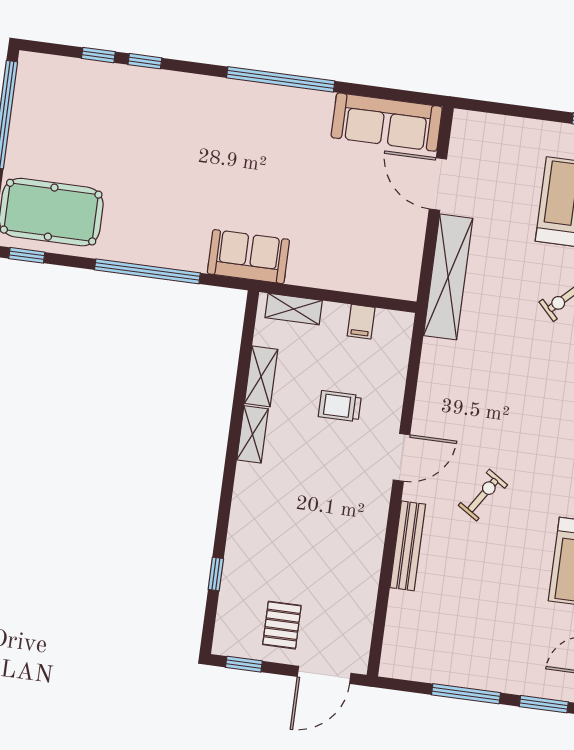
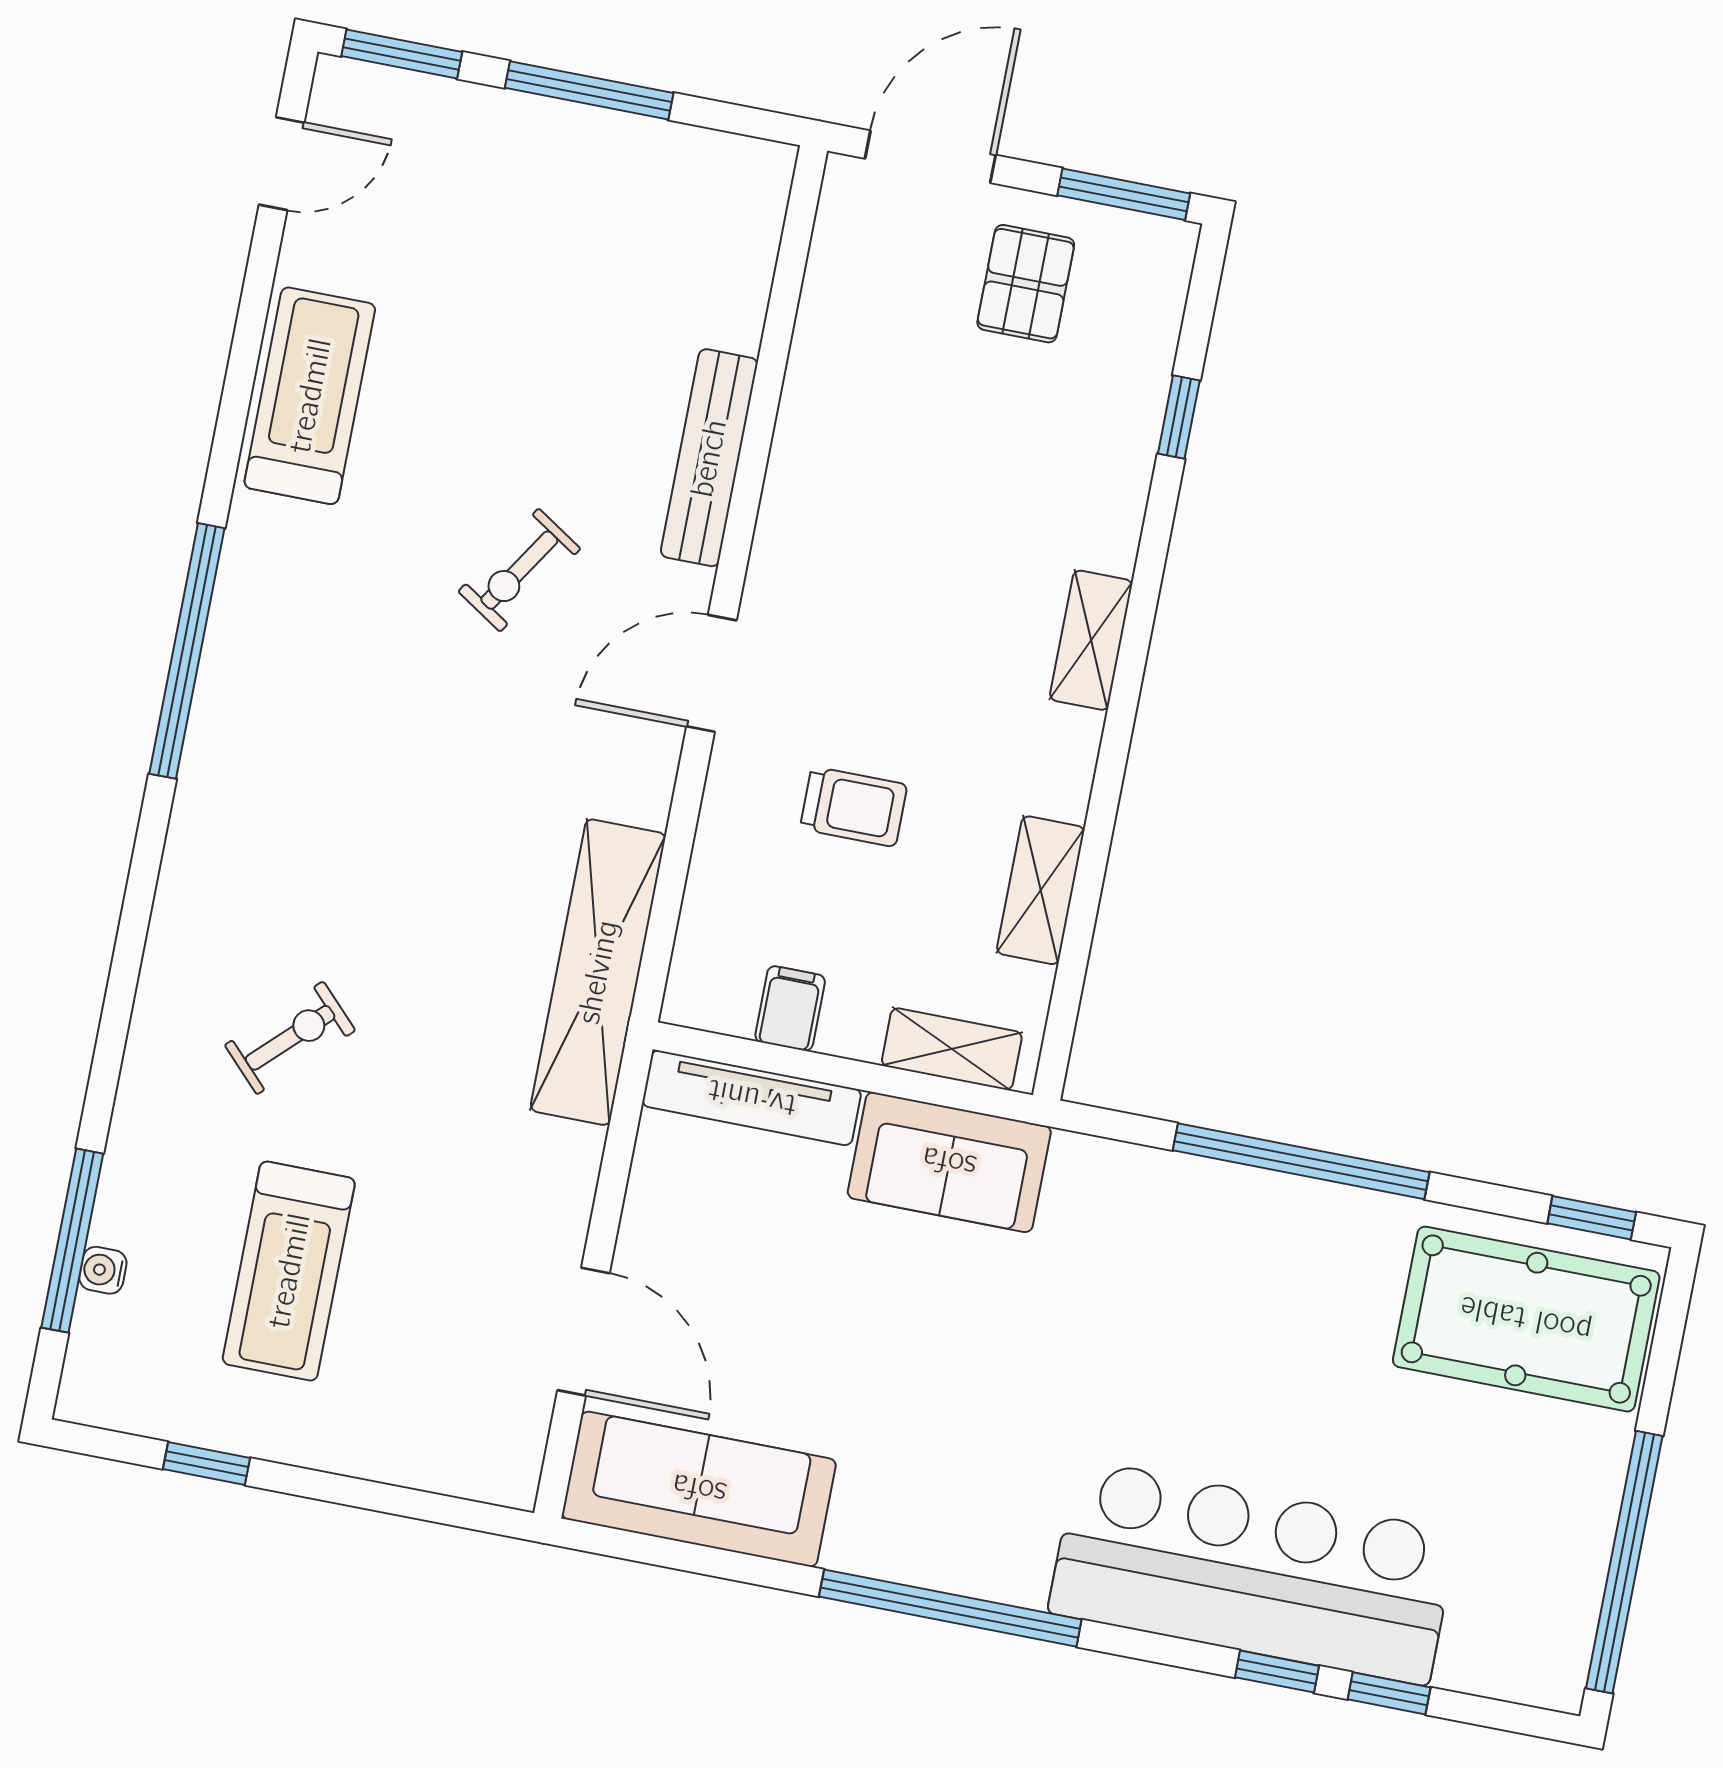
bar counter: (157, 101) -> (1253, 1572), added
sofa: (248, 257) -> (949, 1162), moved
shelving: (448, 277) -> (598, 972), moved
tv unit: (375, 284) -> (752, 1098), added
shelving: (253, 434) -> (1091, 640), moved
window: (244, 664) -> (1124, 194), width x1.50

